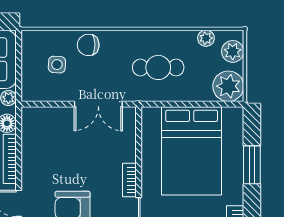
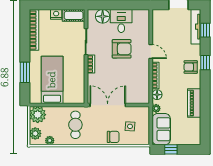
cafe table: (158, 67) -> (75, 125), turned 90
double door: (98, 104) -> (108, 105), width x1.37
bed: (192, 151) -> (52, 80), width x0.67

